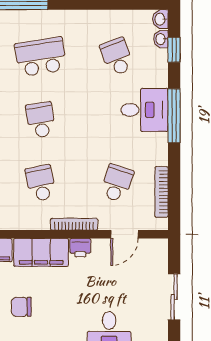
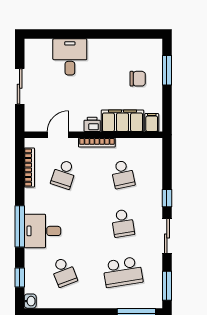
washbasin: (161, 39) -> (30, 286), removed

